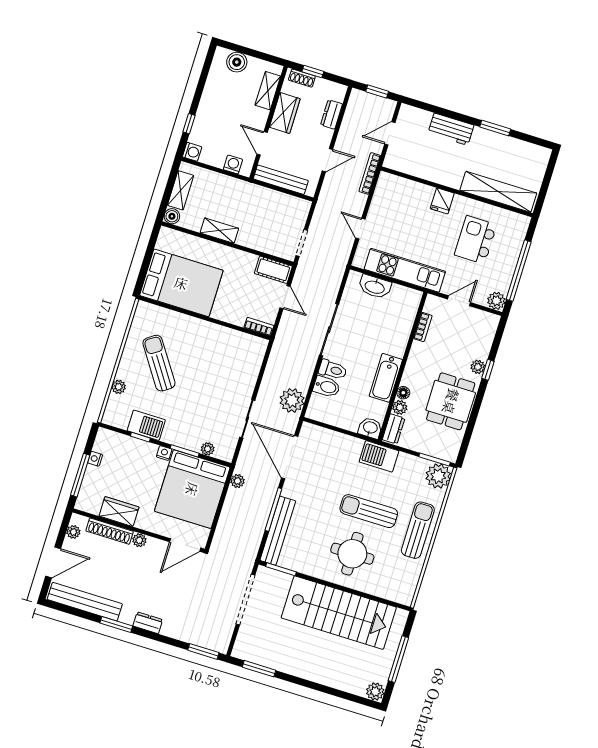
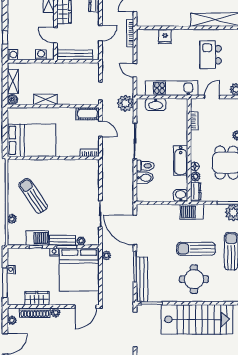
fridge: (442, 201) -> (165, 37), moved
plant: (292, 400) -> (125, 103), moved
bench: (181, 440) -> (63, 240), added

